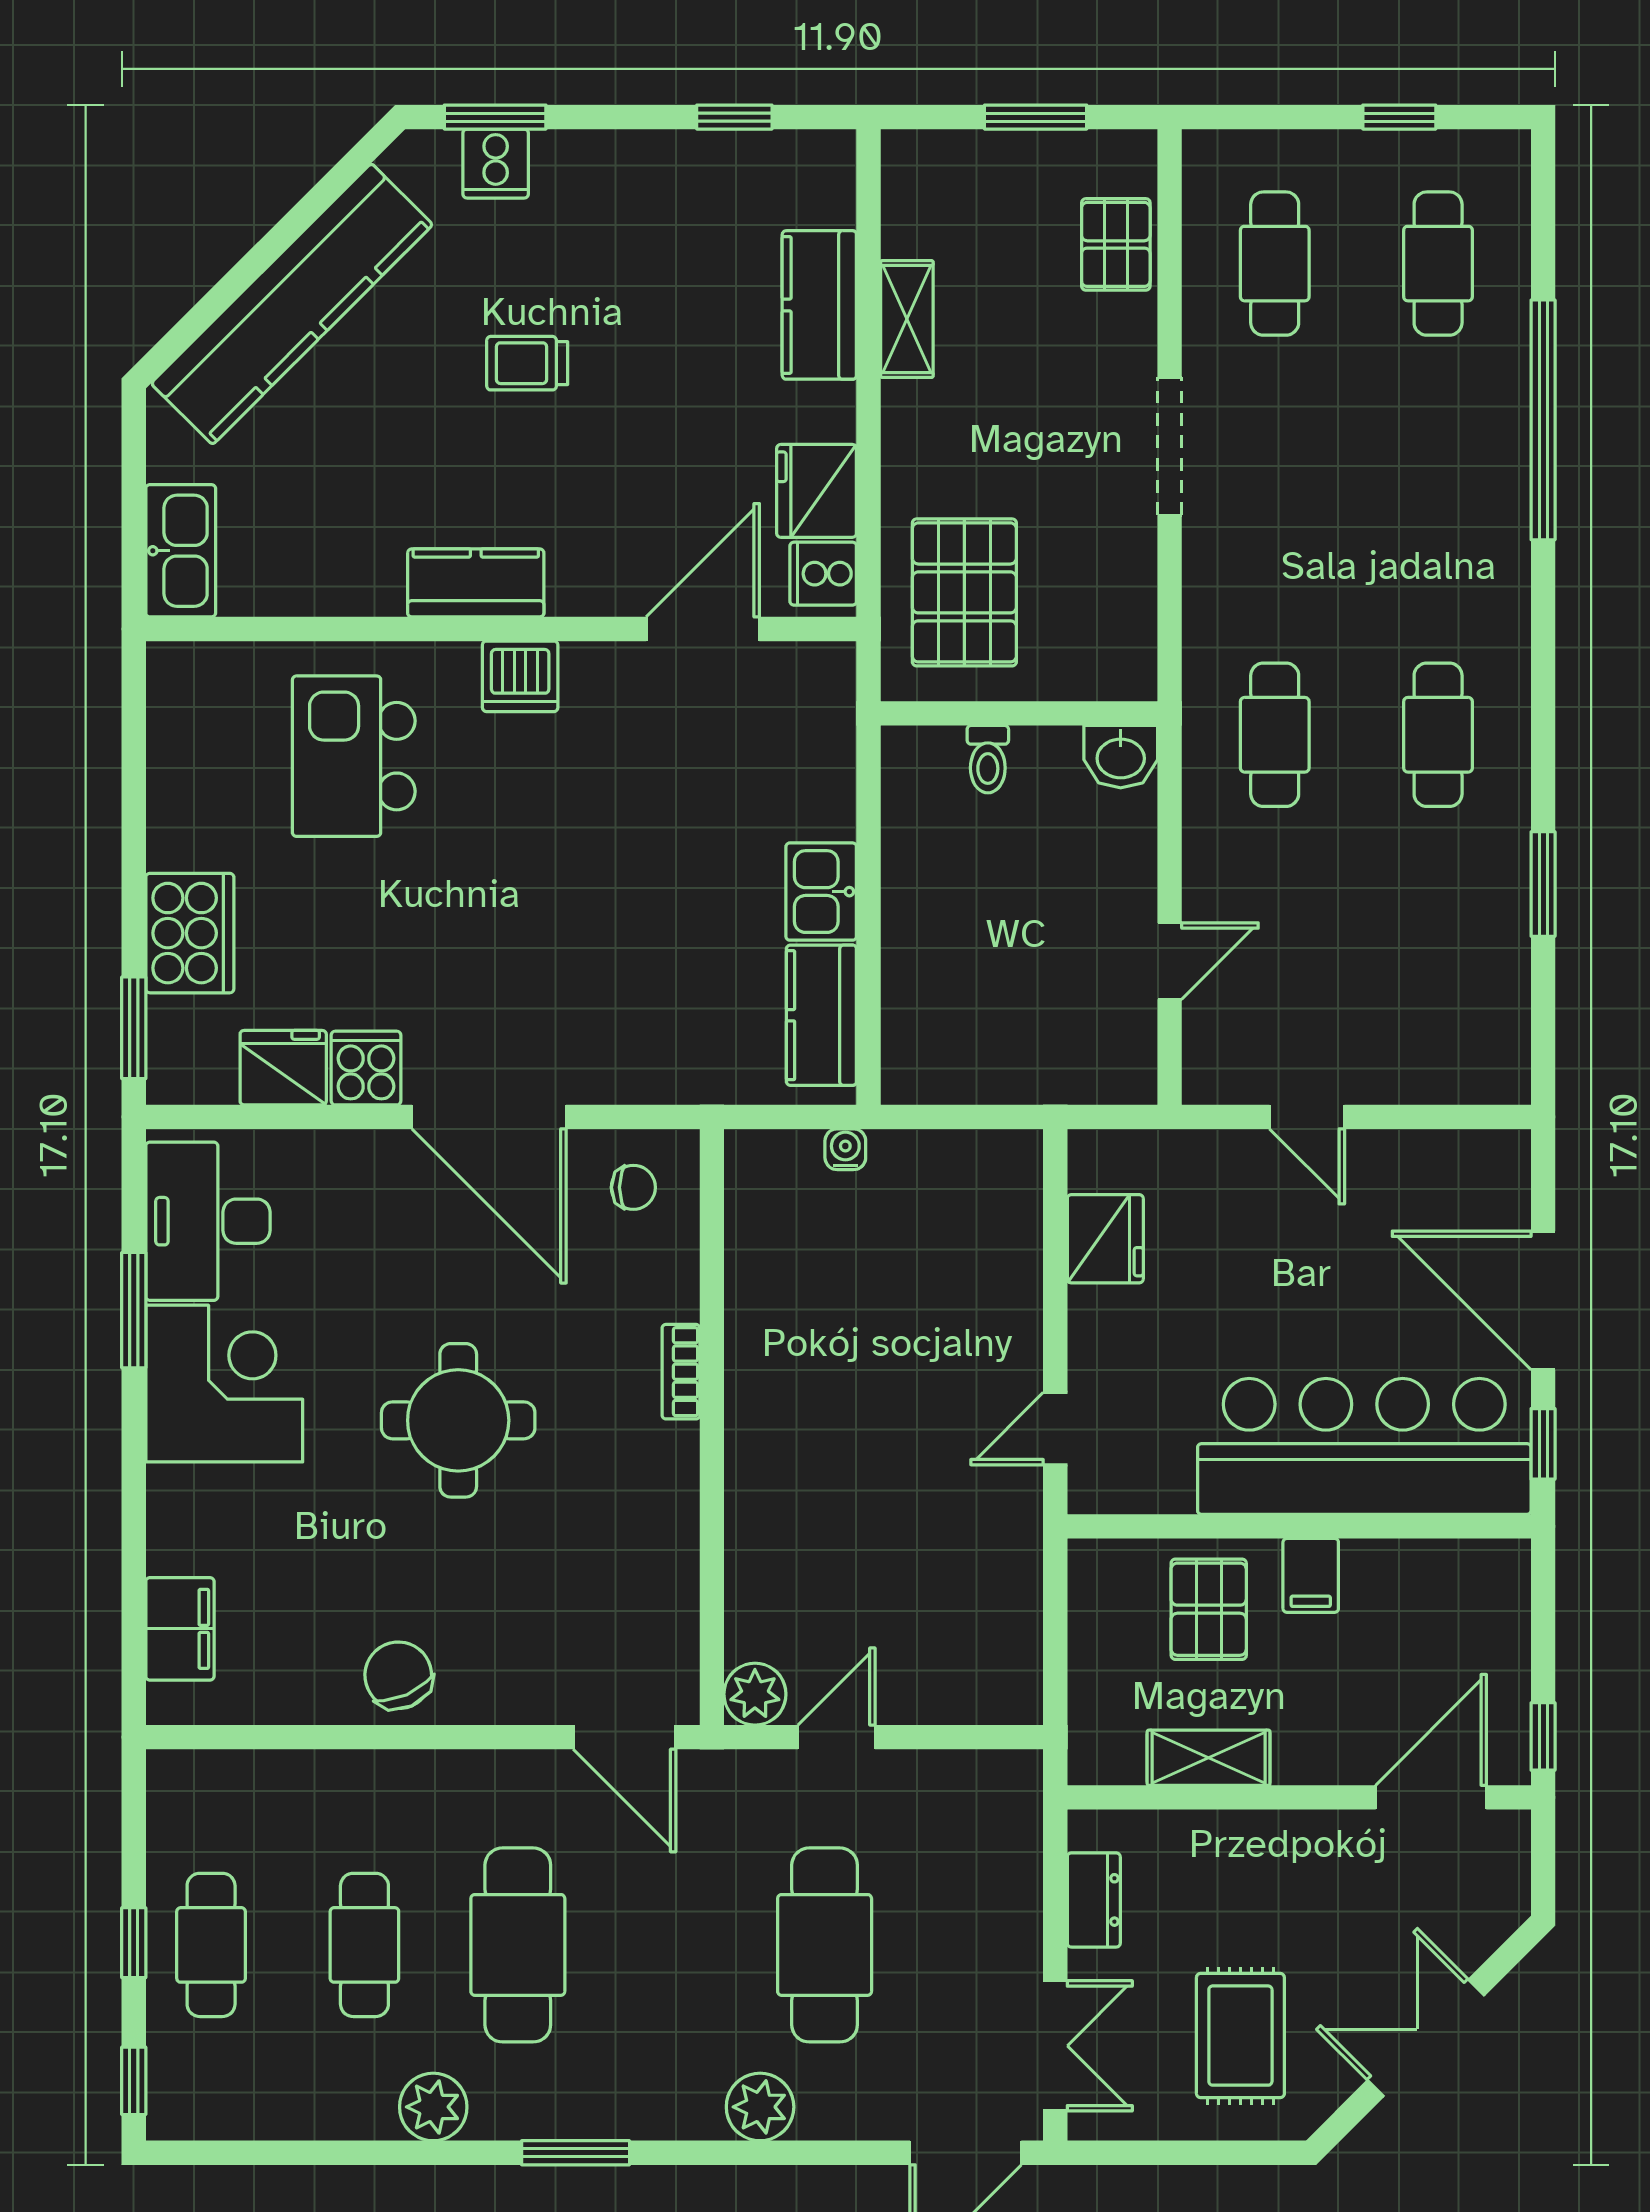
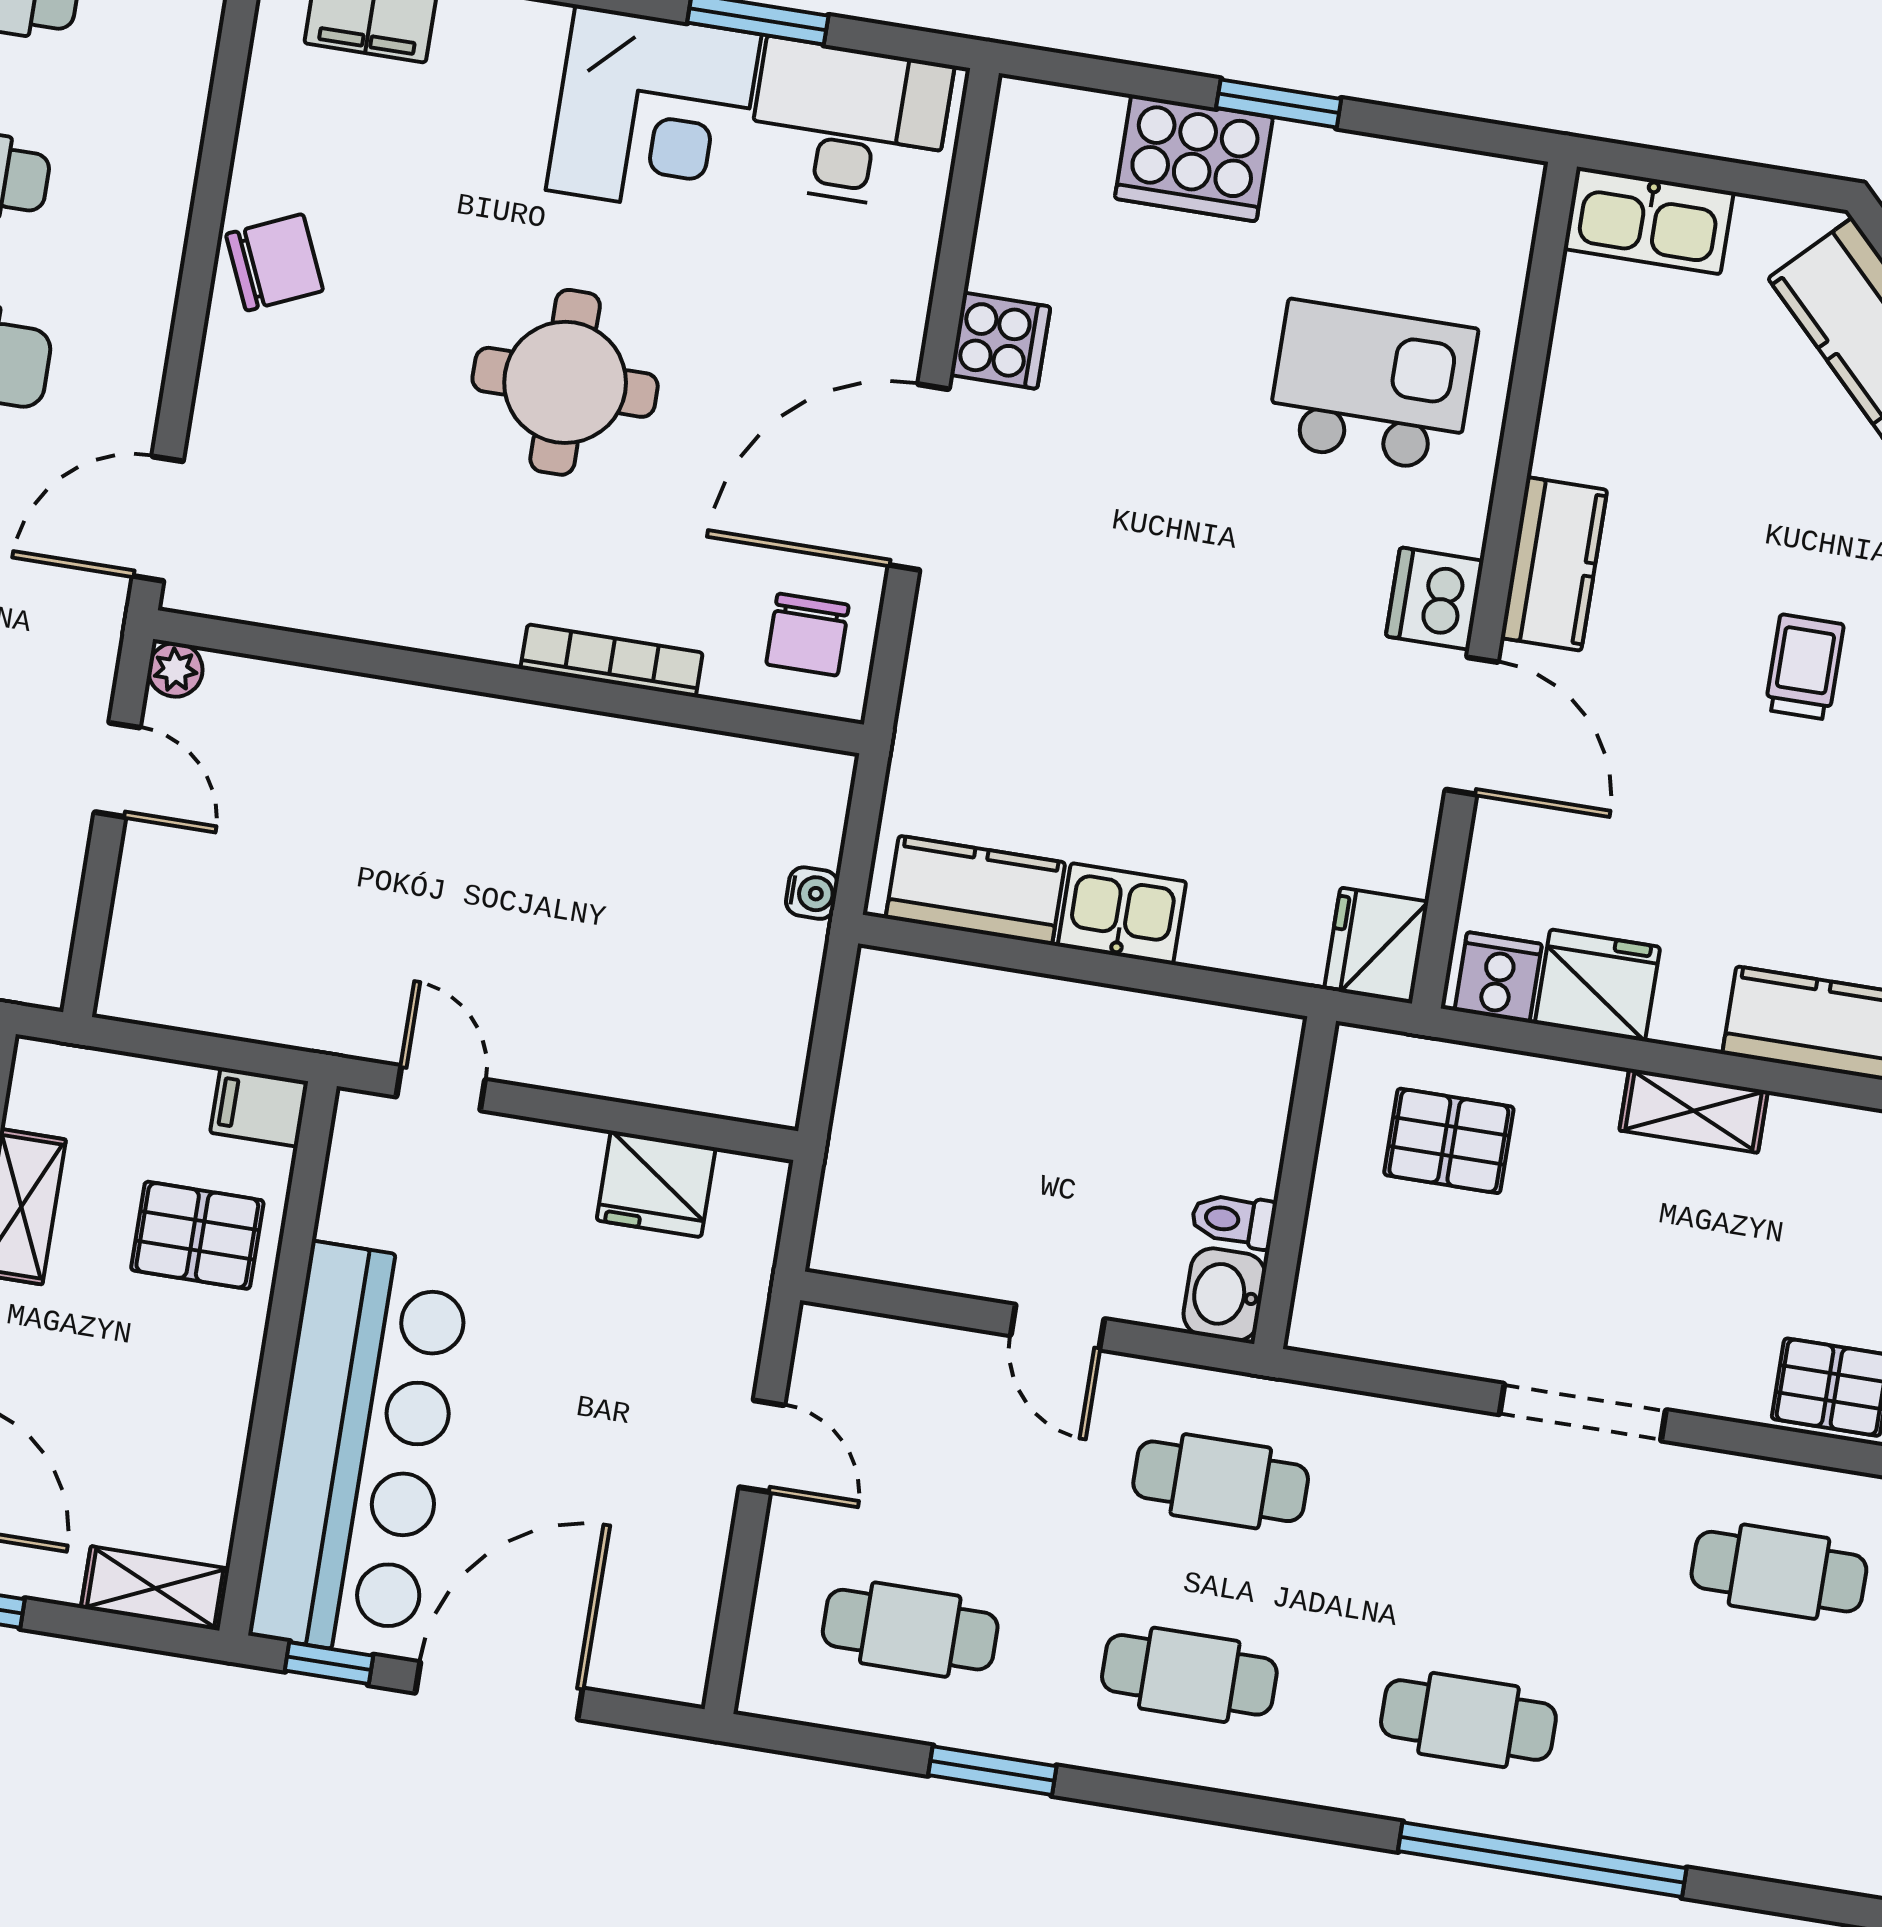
cafe table: (1438, 264) -> (1468, 1720), moved
shelving: (907, 319) -> (1694, 1111), moved
pallet: (964, 592) -> (1449, 1141), width x0.67, depth x0.71
door: (703, 629) -> (1472, 726), moved
toilet: (988, 759) -> (1233, 1220), moved
door: (1170, 961) -> (1057, 1327), moved
cafe table: (1438, 970) -> (910, 1630), added
window: (134, 1028) -> (1279, 103), moved
fridge: (283, 1068) -> (1376, 946), moved, turned 180
door: (1307, 1117) -> (762, 1446), swing flipped
chair: (633, 1187) -> (808, 635), width x1.37, depth x1.37
bookcase: (681, 1372) -> (612, 661), width x1.56
filing cabinet: (1311, 1575) -> (259, 1107), moved
shelving: (1505, 1597) -> (155, 1588), added
plant: (755, 1694) -> (175, 670), width x0.73, depth x0.73

